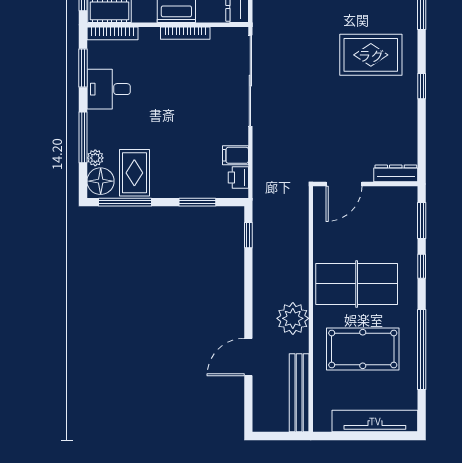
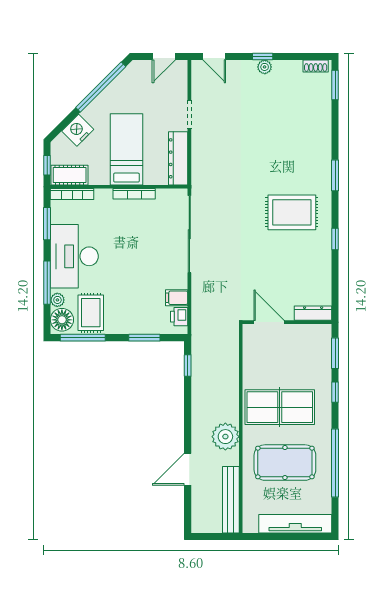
desk: (109, 89) -> (74, 256), width x1.87, depth x1.30
door: (344, 184) -> (269, 322), swing flipped

